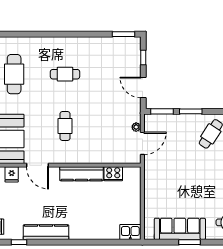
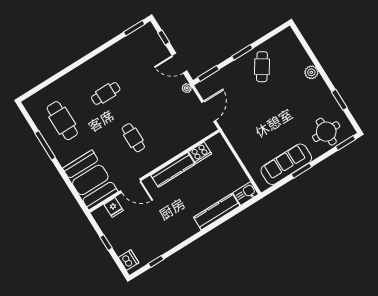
window: (191, 111) -> (242, 52), moved
plant: (136, 127) -> (187, 88), moved
kitchen counter: (46, 232) -> (217, 212), moved

